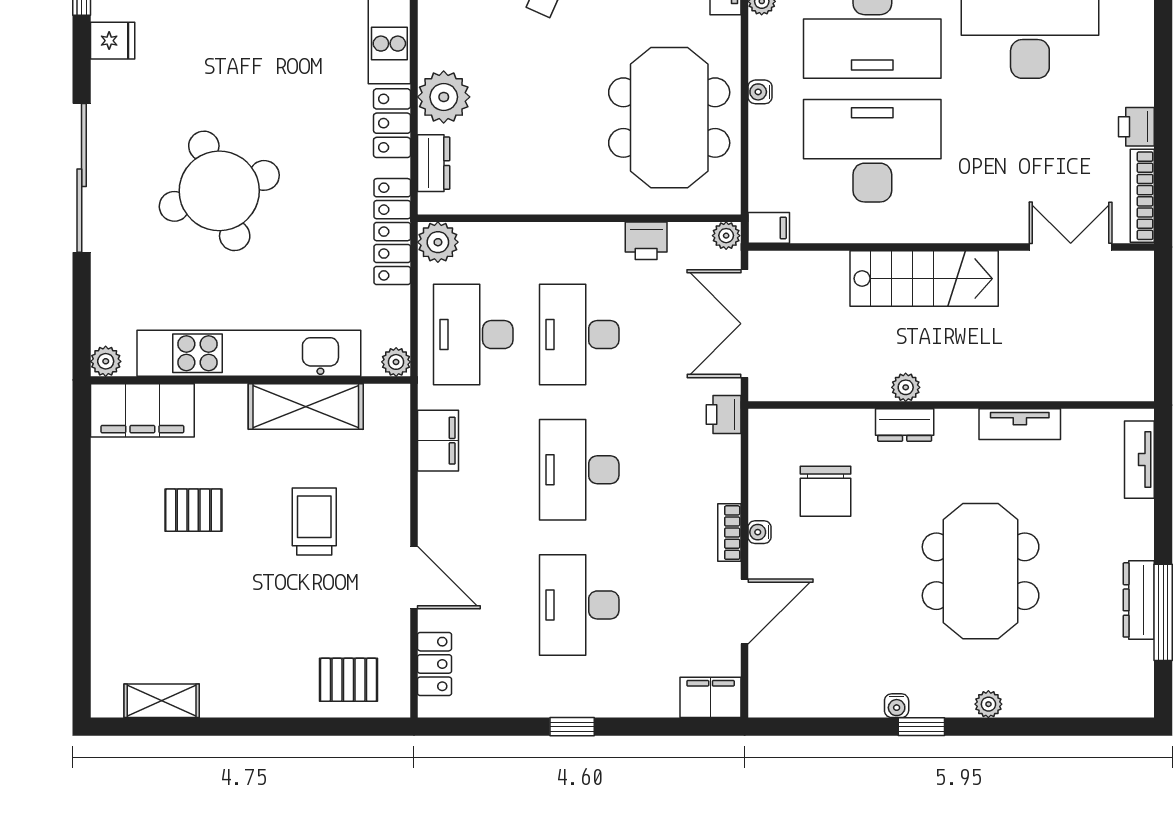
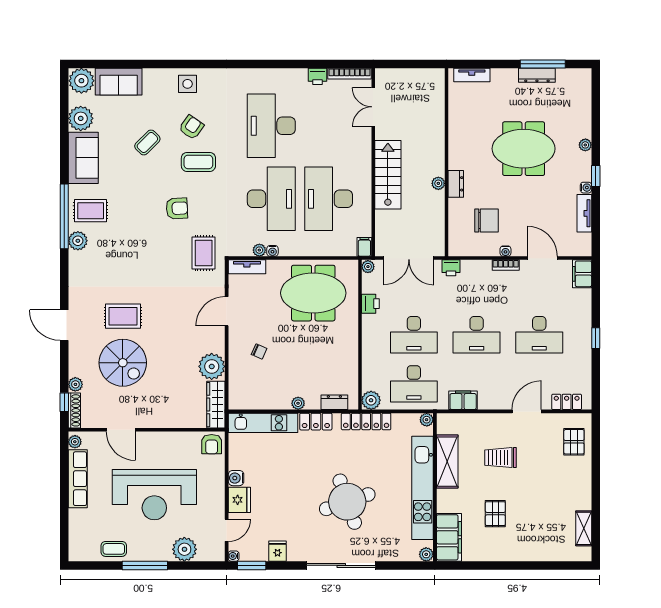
water cooler: (760, 92) -> (272, 251), moved
plant: (444, 97) -> (298, 403), width x0.53, depth x0.53
tv unit: (1020, 424) -> (584, 213), moved, turned 180

